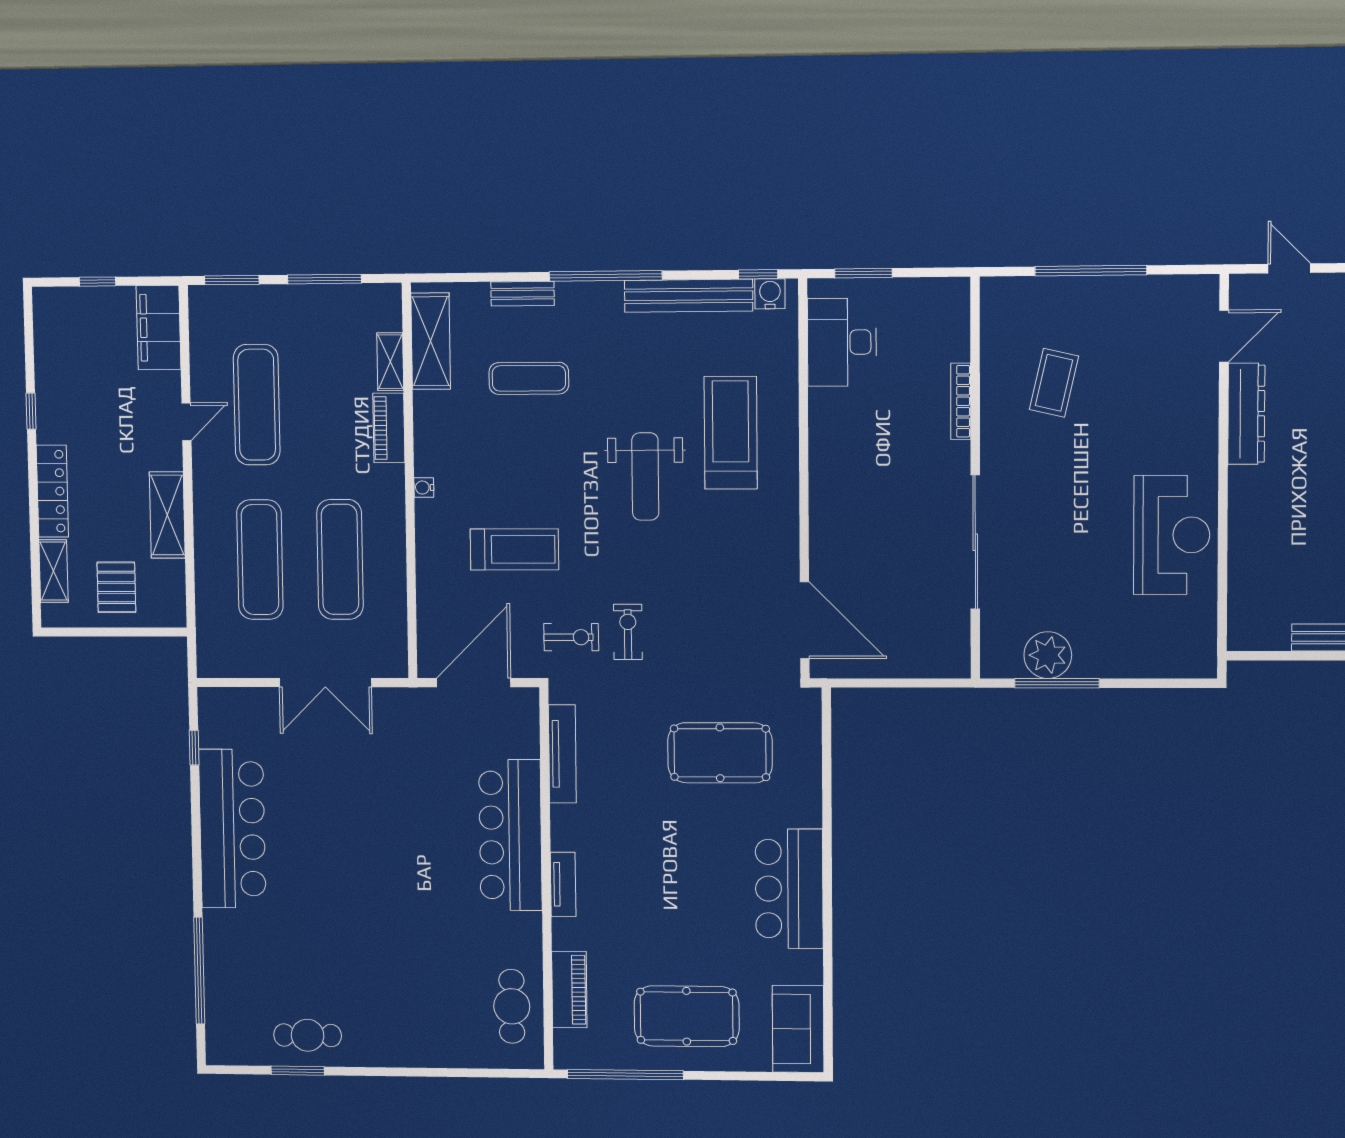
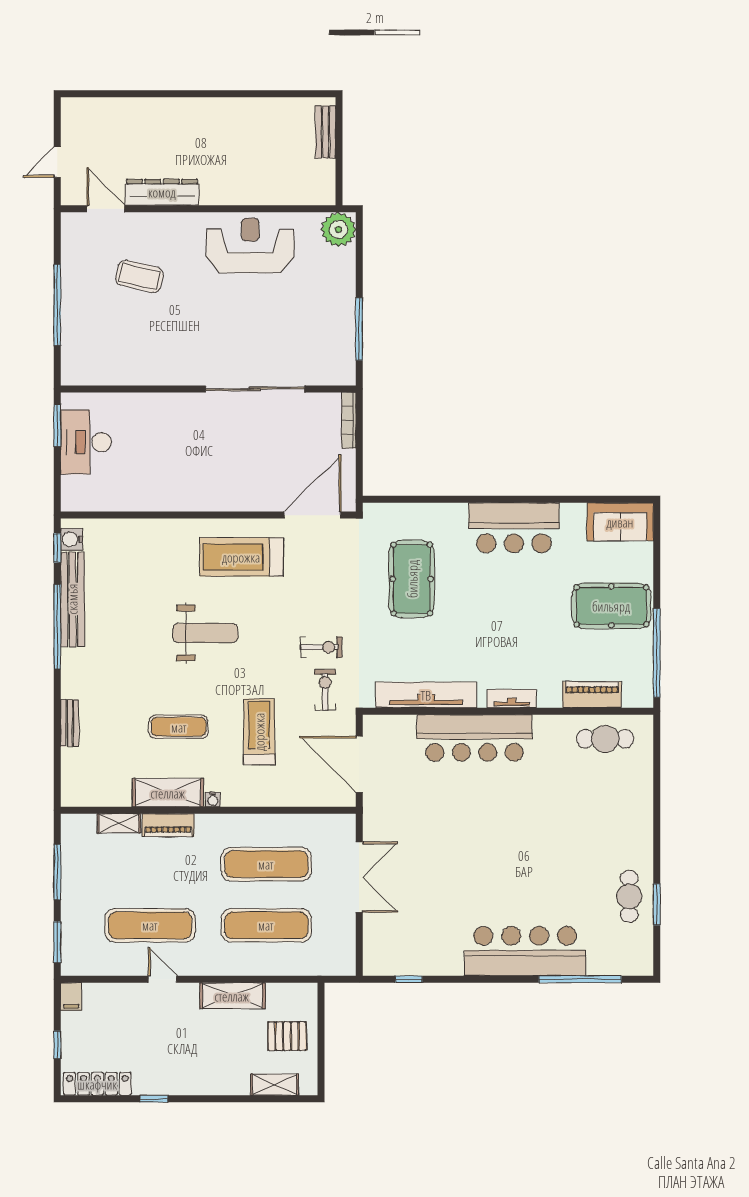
window: (863, 273) -> (57, 425), moved
window: (606, 276) -> (57, 627), moved
filing cabinet: (159, 328) -> (71, 997), width x0.33, depth x0.86
shelving: (431, 341) -> (168, 793), moved
desk: (842, 342) -> (86, 442), moved, turned 90
exercise mat: (529, 378) -> (179, 727), moved, turned 90
coffee table: (1054, 383) -> (139, 276), moved
bookcase: (961, 401) -> (349, 420), moved, turned 90
treadmill: (731, 433) -> (241, 557), moved
locker: (52, 491) -> (97, 1084), moved
exercise bike: (628, 632) -> (321, 647), turned 180
plant: (1048, 655) -> (338, 229), moved
tv unit: (562, 754) -> (426, 695), width x1.36, depth x1.29
bar counter: (232, 829) -> (525, 951), moved
pool table: (687, 1016) -> (611, 606), turned 90

